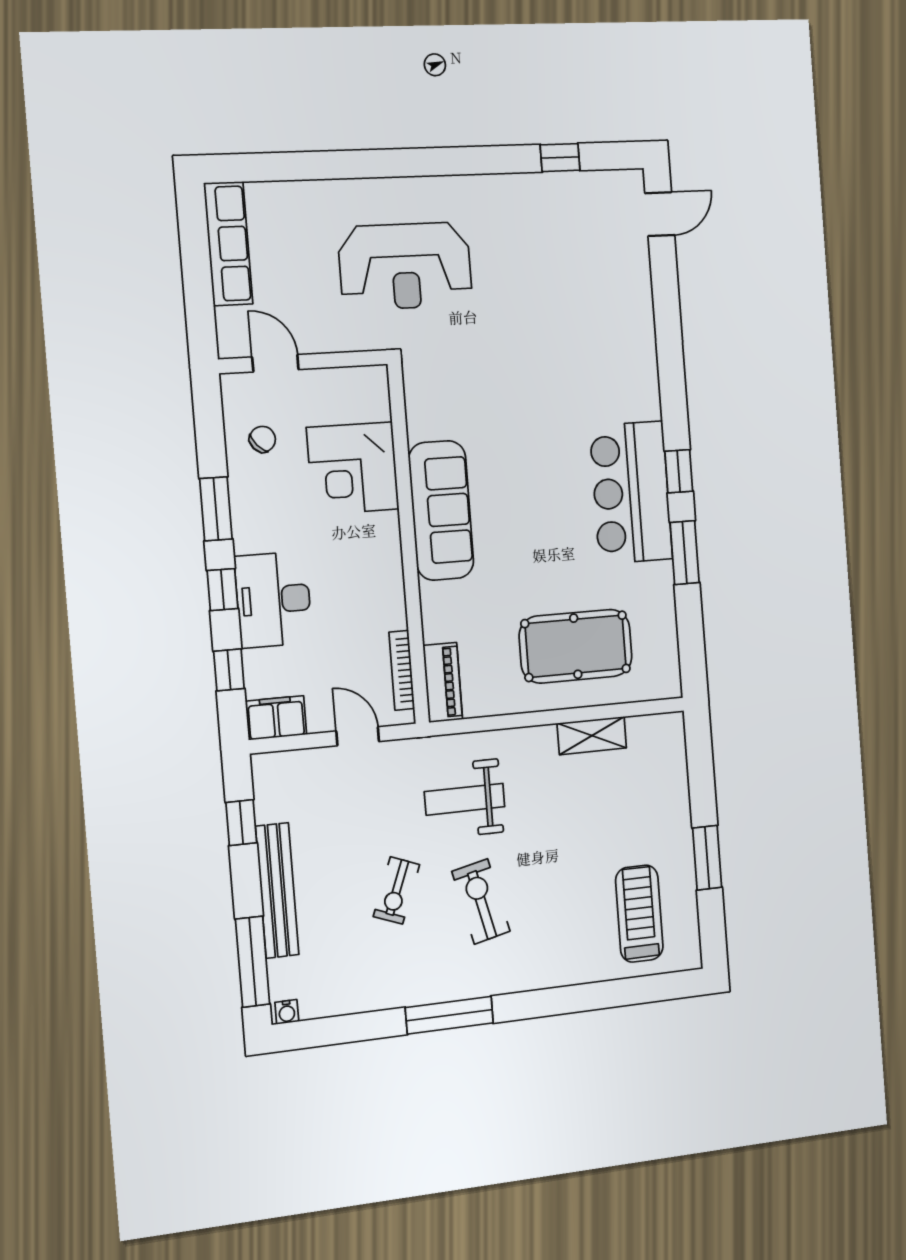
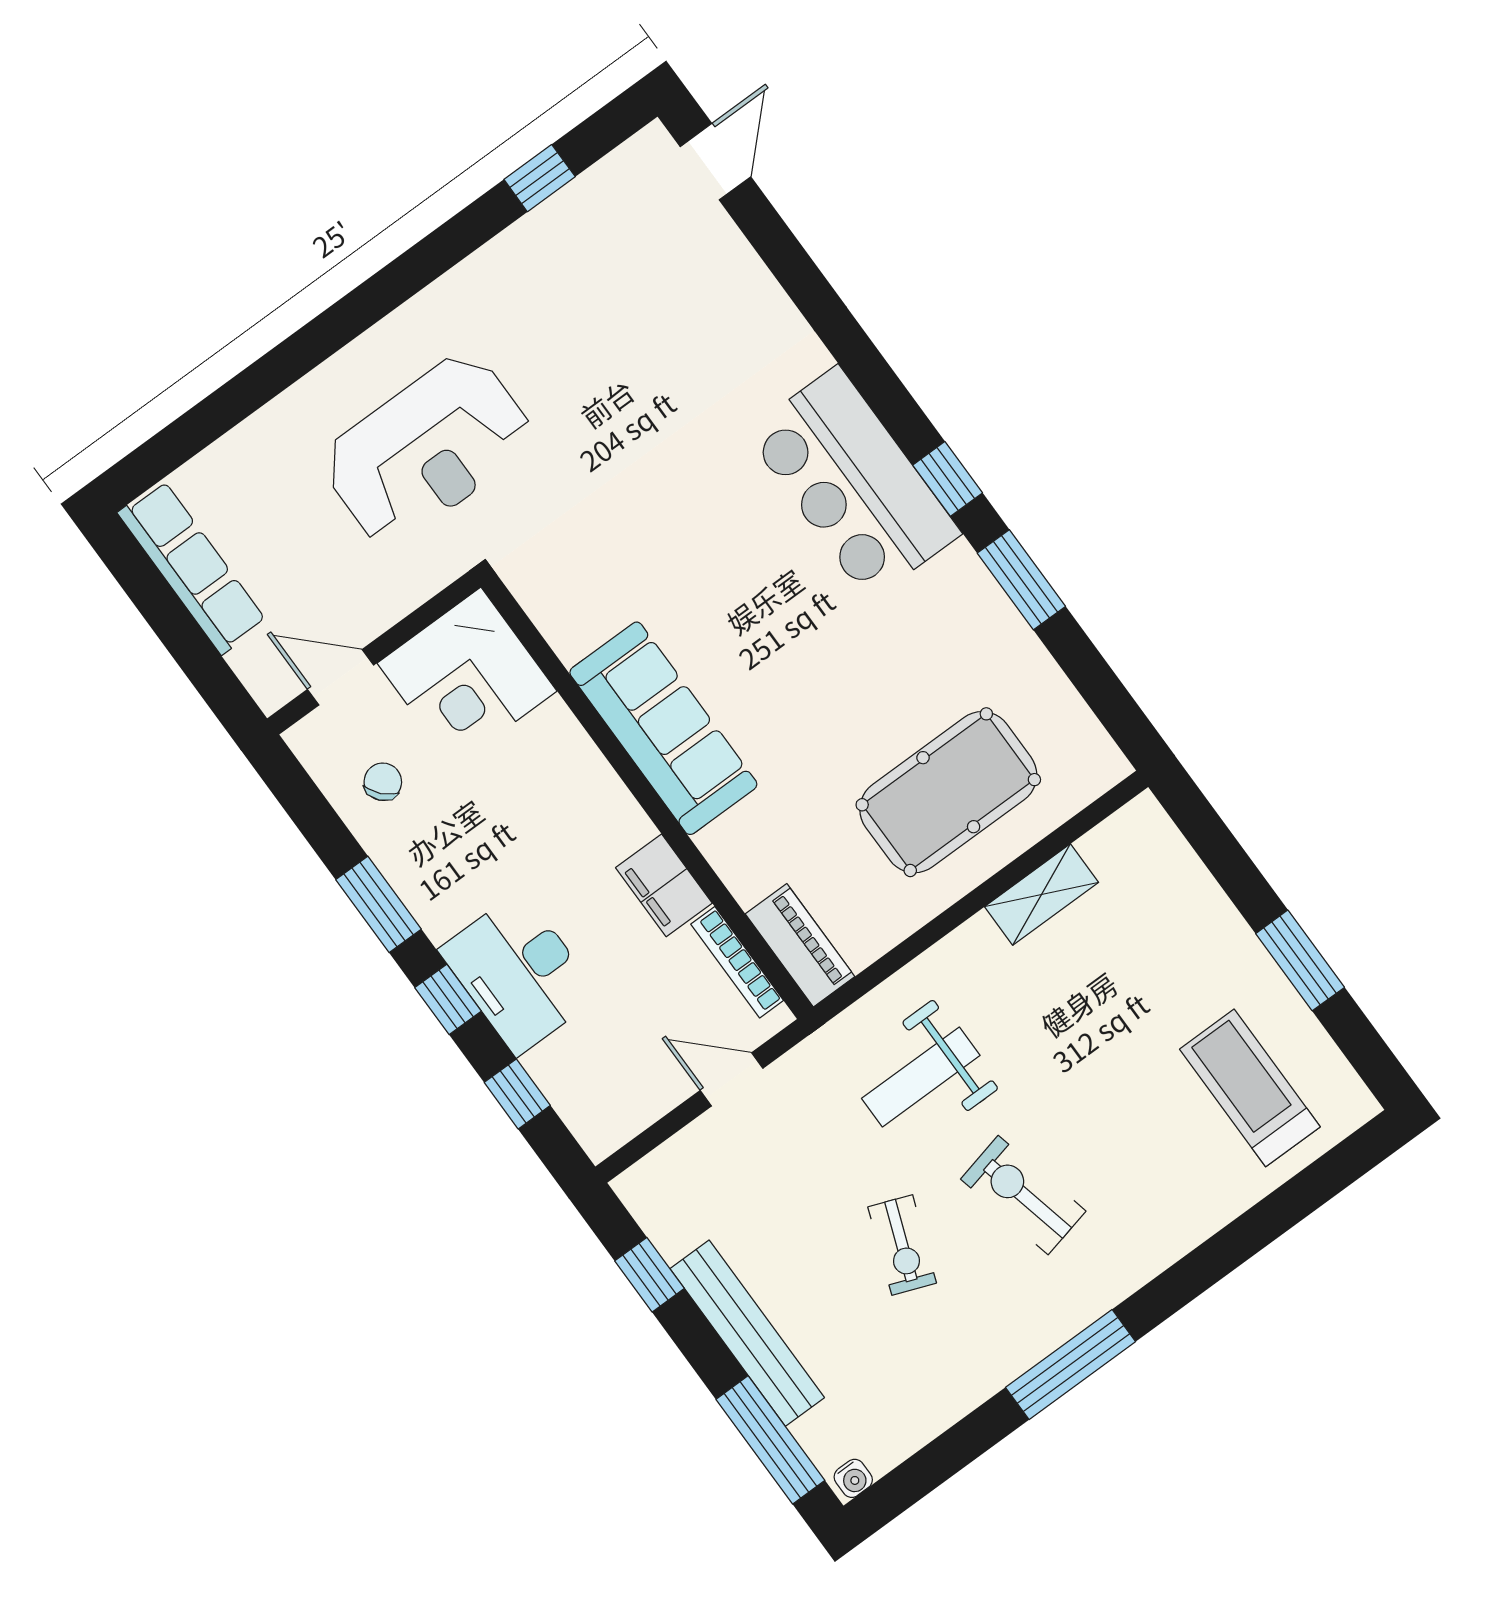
corner desk: (353, 468) -> (467, 677), moved
bar counter: (631, 492) -> (853, 483), moved
filing cabinet: (276, 718) -> (664, 885), moved, turned -90

